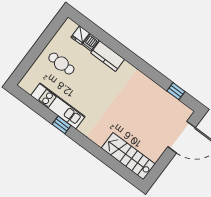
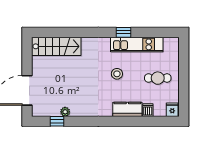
fridge: (80, 35) -> (172, 110), moved
stool: (94, 93) -> (117, 74), added
plant: (163, 94) -> (65, 112), added

